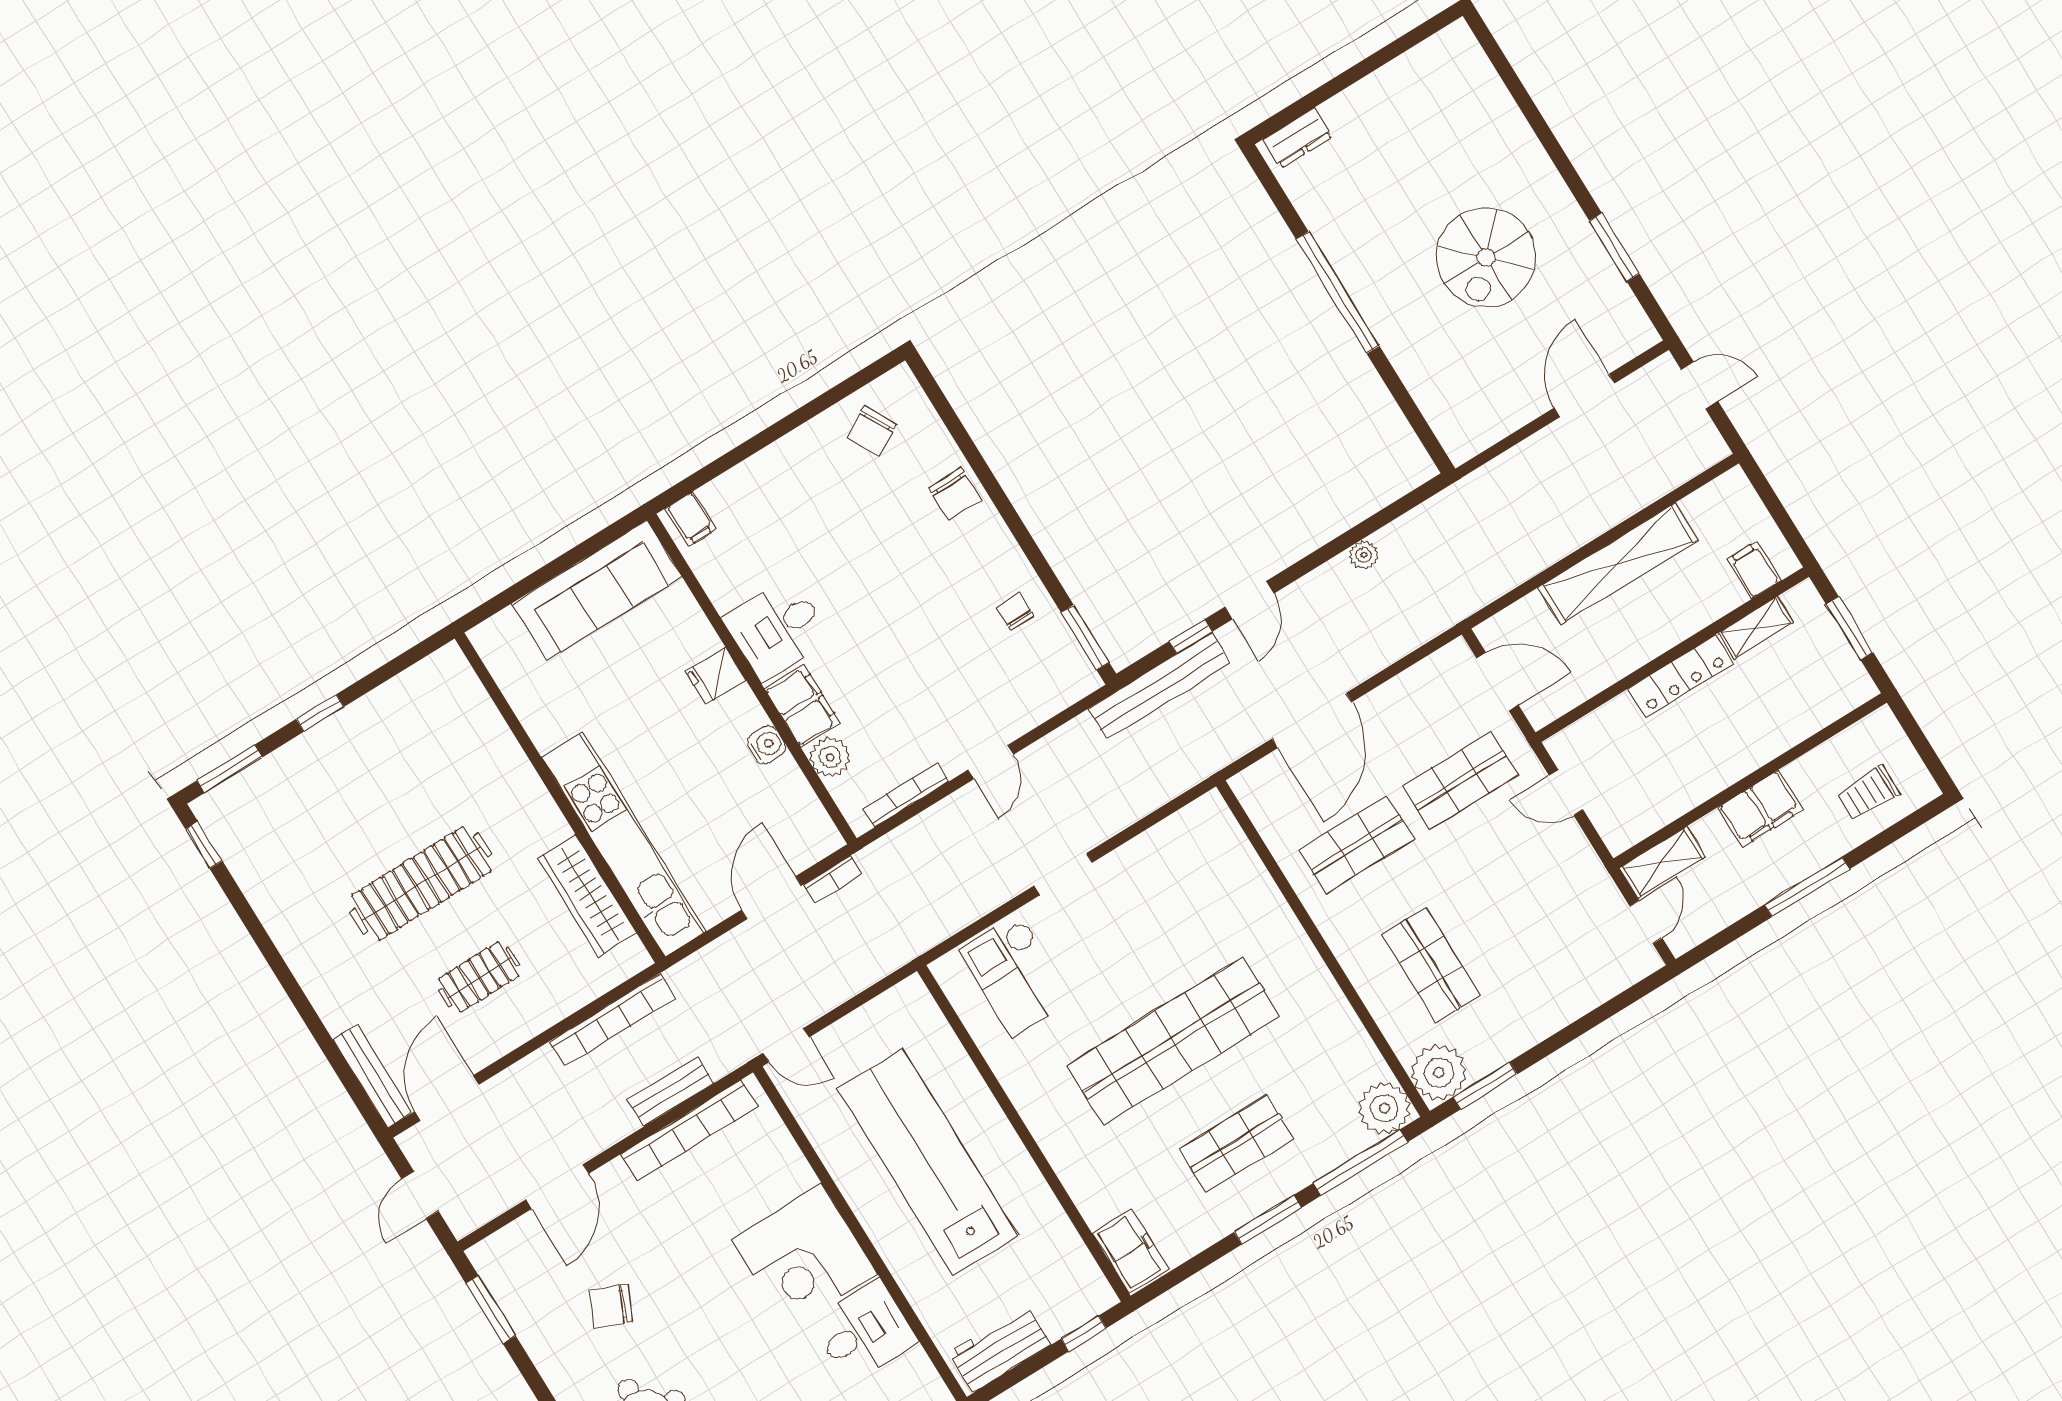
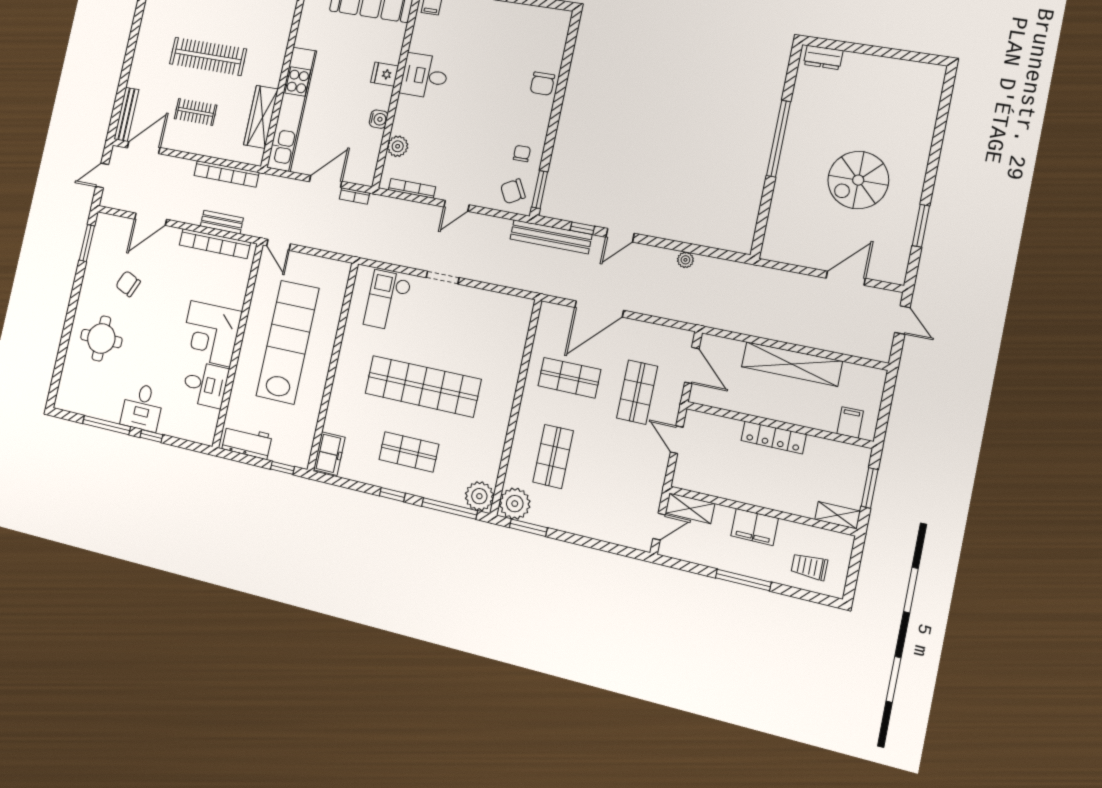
chair: (872, 431) -> (513, 191), moved
shelving: (1756, 628) -> (837, 515), moved
filing cabinet: (802, 706) -> (406, 116), removed
shop shelf: (1461, 781) -> (637, 392), turned 90
window: (1268, 1220) -> (392, 495), width x0.67

